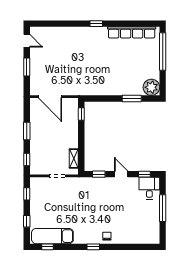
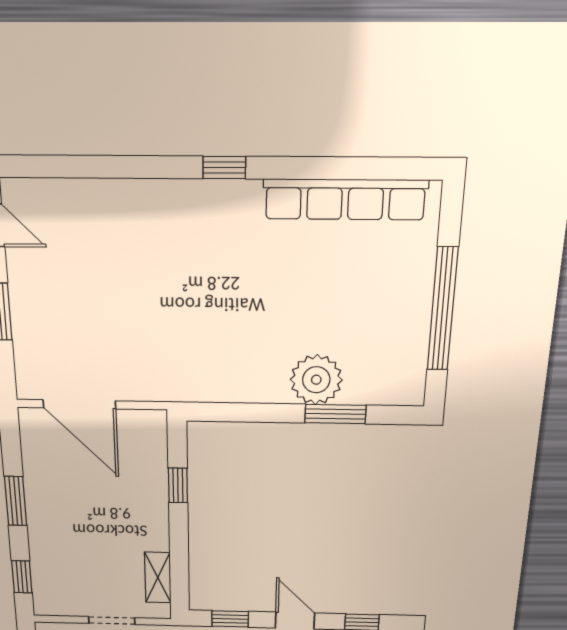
window: (163, 51) -> (442, 309), moved
plant: (151, 87) -> (316, 380), moved
window: (81, 114) -> (178, 485), moved

